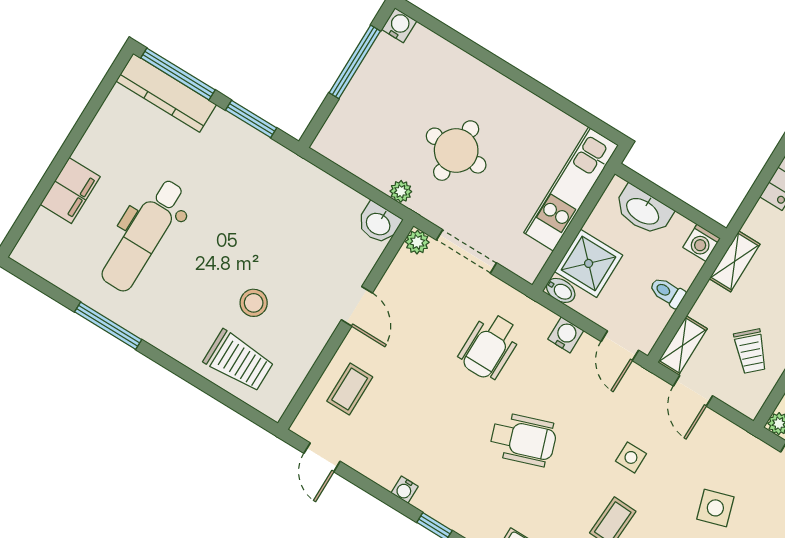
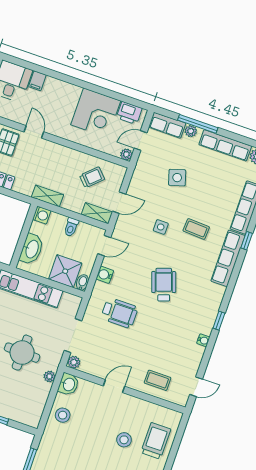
stool: (324, 200) -> (63, 415), added

